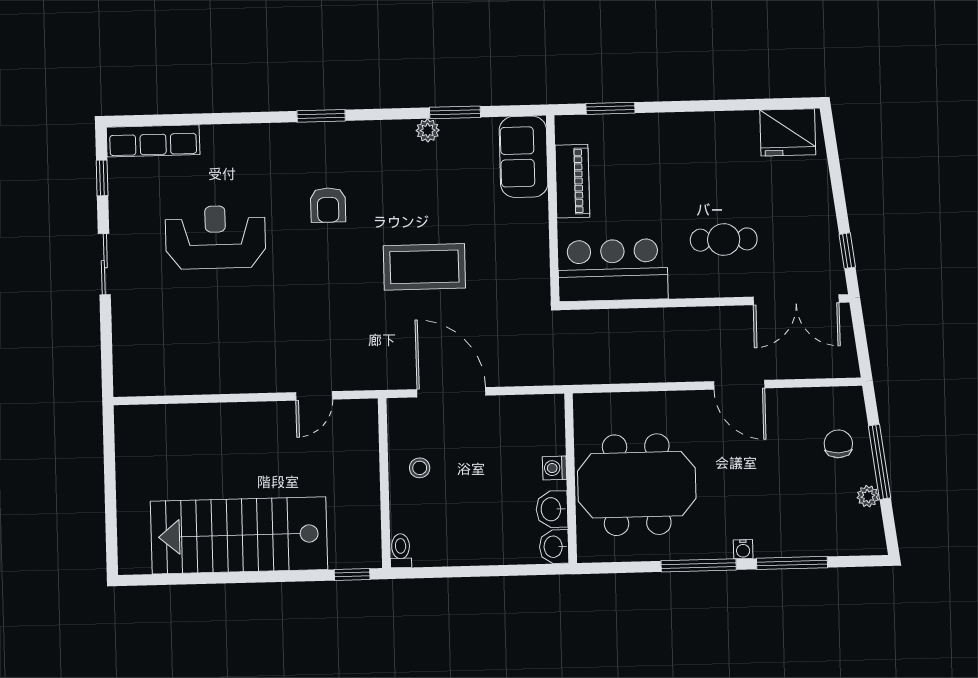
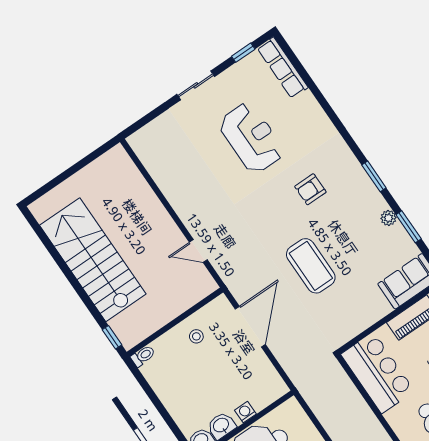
window: (321, 116) -> (374, 176), moved

